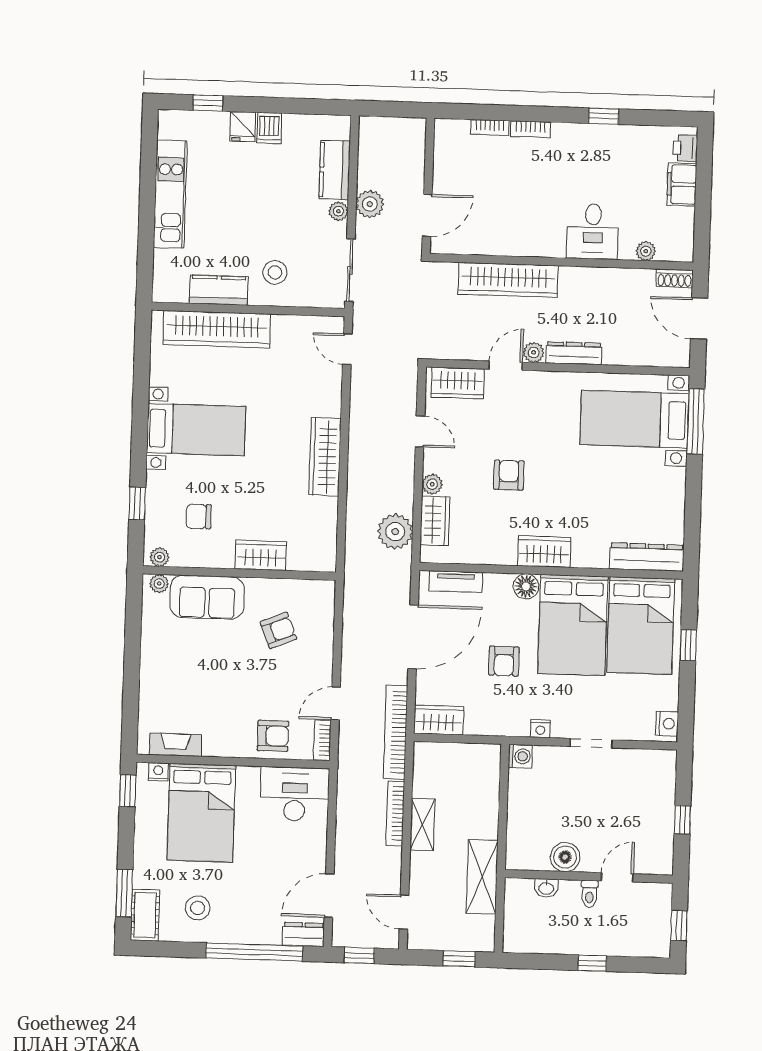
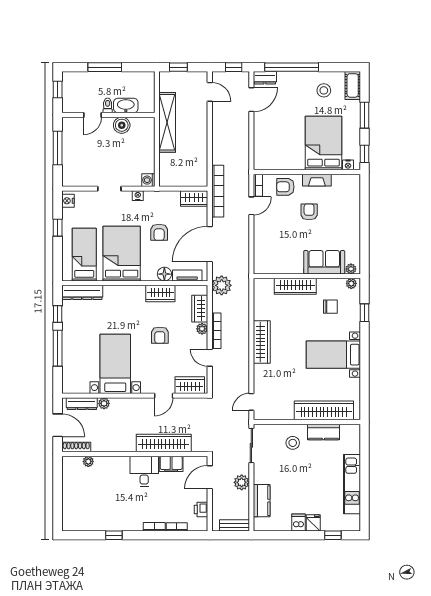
bench: (385, 127) -> (234, 525), added
printer: (685, 148) -> (201, 510), moved, turned 180
filing cabinet: (682, 184) -> (171, 464), moved, turned 90
plant: (338, 211) -> (259, 478), removed
desk: (593, 232) -> (144, 471), moved
shoe rack: (675, 278) -> (76, 447), width x1.43
door: (347, 349) -> (251, 402), swing flipped
plant: (534, 352) -> (104, 403), moved
dresser: (574, 353) -> (82, 404), moved
bed with nightstands: (634, 419) -> (115, 364), moved, turned -90
window: (696, 421) -> (58, 348), moved
window: (692, 520) -> (58, 314), added
plant: (395, 532) -> (222, 285), moved
wardrobe: (544, 552) -> (160, 294), moved
wardrobe: (261, 555) -> (295, 286), width x1.50
floor lamp: (526, 586) -> (164, 274), moved
bed: (641, 626) -> (84, 255), width x0.67
armchair: (278, 630) -> (309, 212), moved, turned 112
window: (688, 645) -> (58, 228), moved
armchair: (504, 661) -> (159, 232), turned 180
fireplace: (176, 745) -> (317, 180), moved
desk: (295, 794) -> (272, 155), removed
bookcase: (395, 813) -> (216, 331), moved
window: (682, 820) -> (58, 148), width x2.17
shelving: (422, 824) -> (201, 141), removed
shelving: (482, 877) -> (167, 122), width x1.47
washbasin: (546, 888) -> (126, 106), width x1.91, depth x1.45
window: (124, 893) -> (365, 115), moved
window: (592, 963) -> (105, 67), width x2.17

